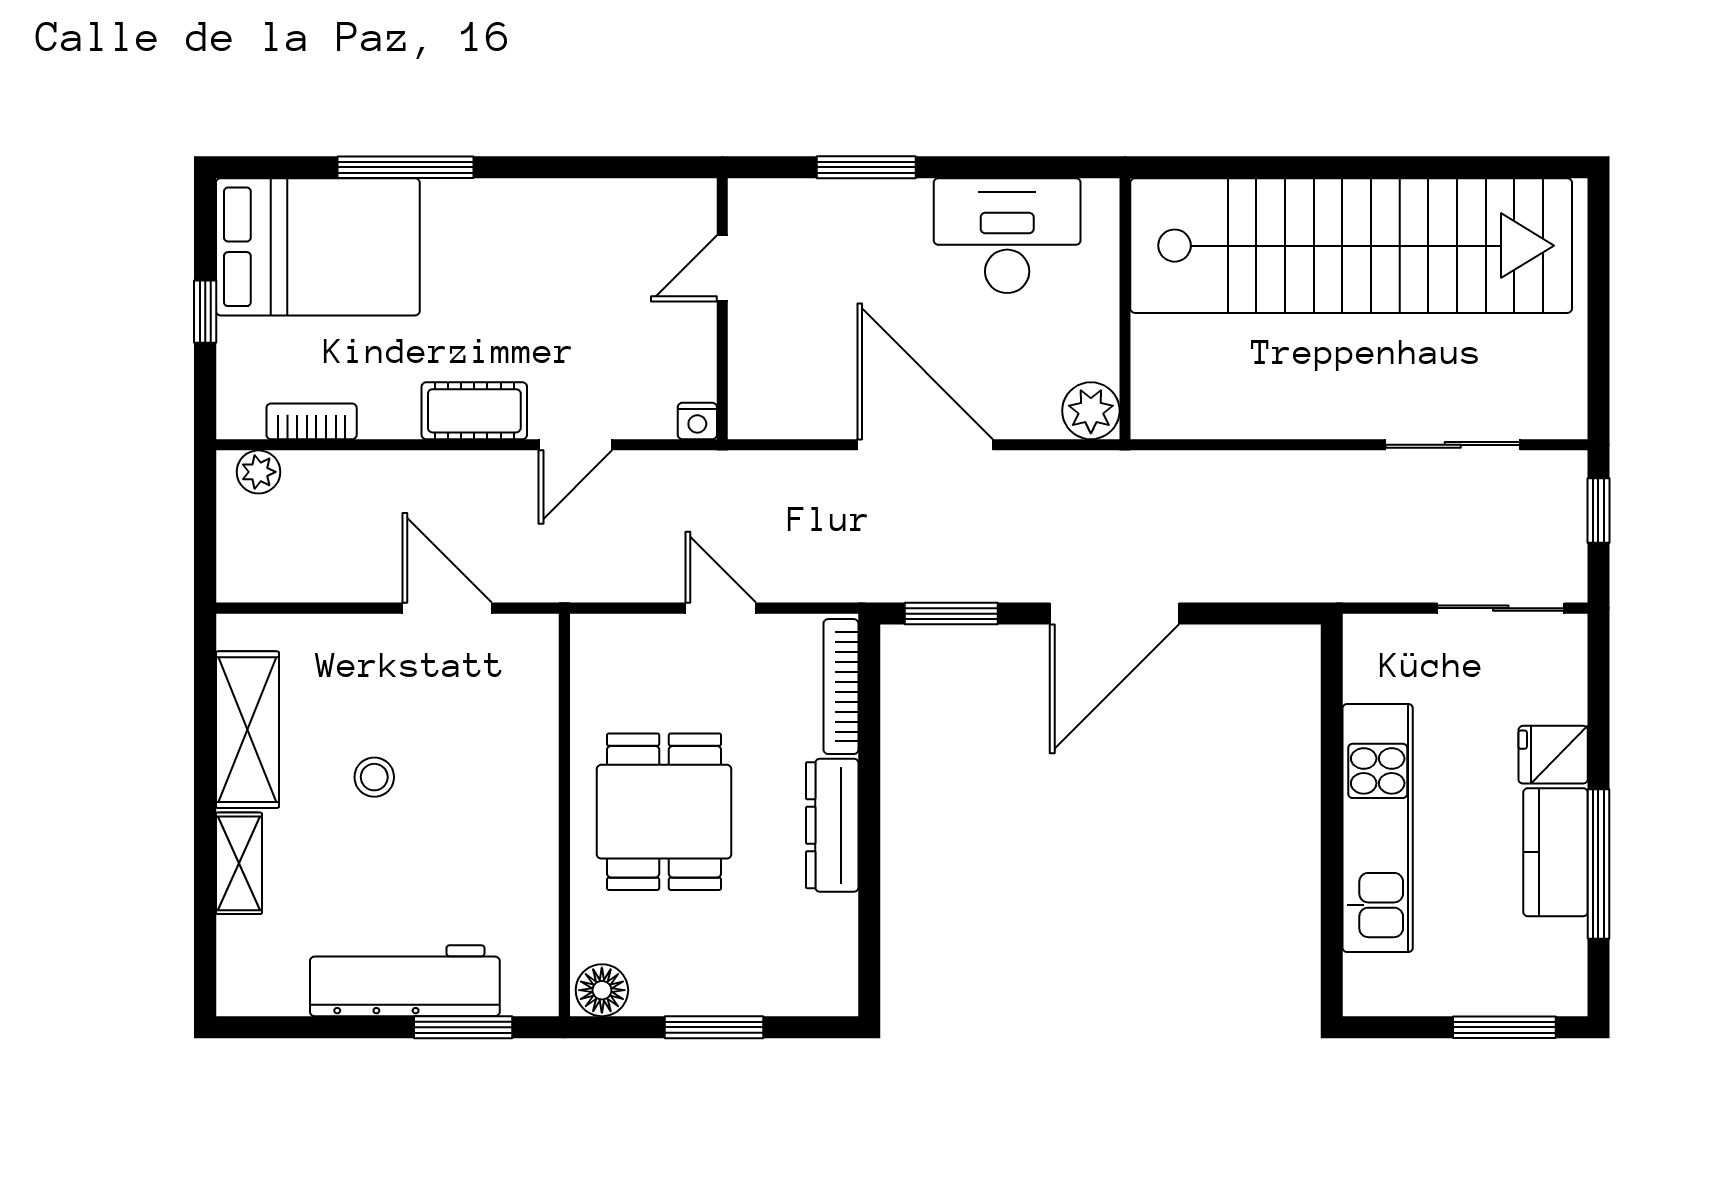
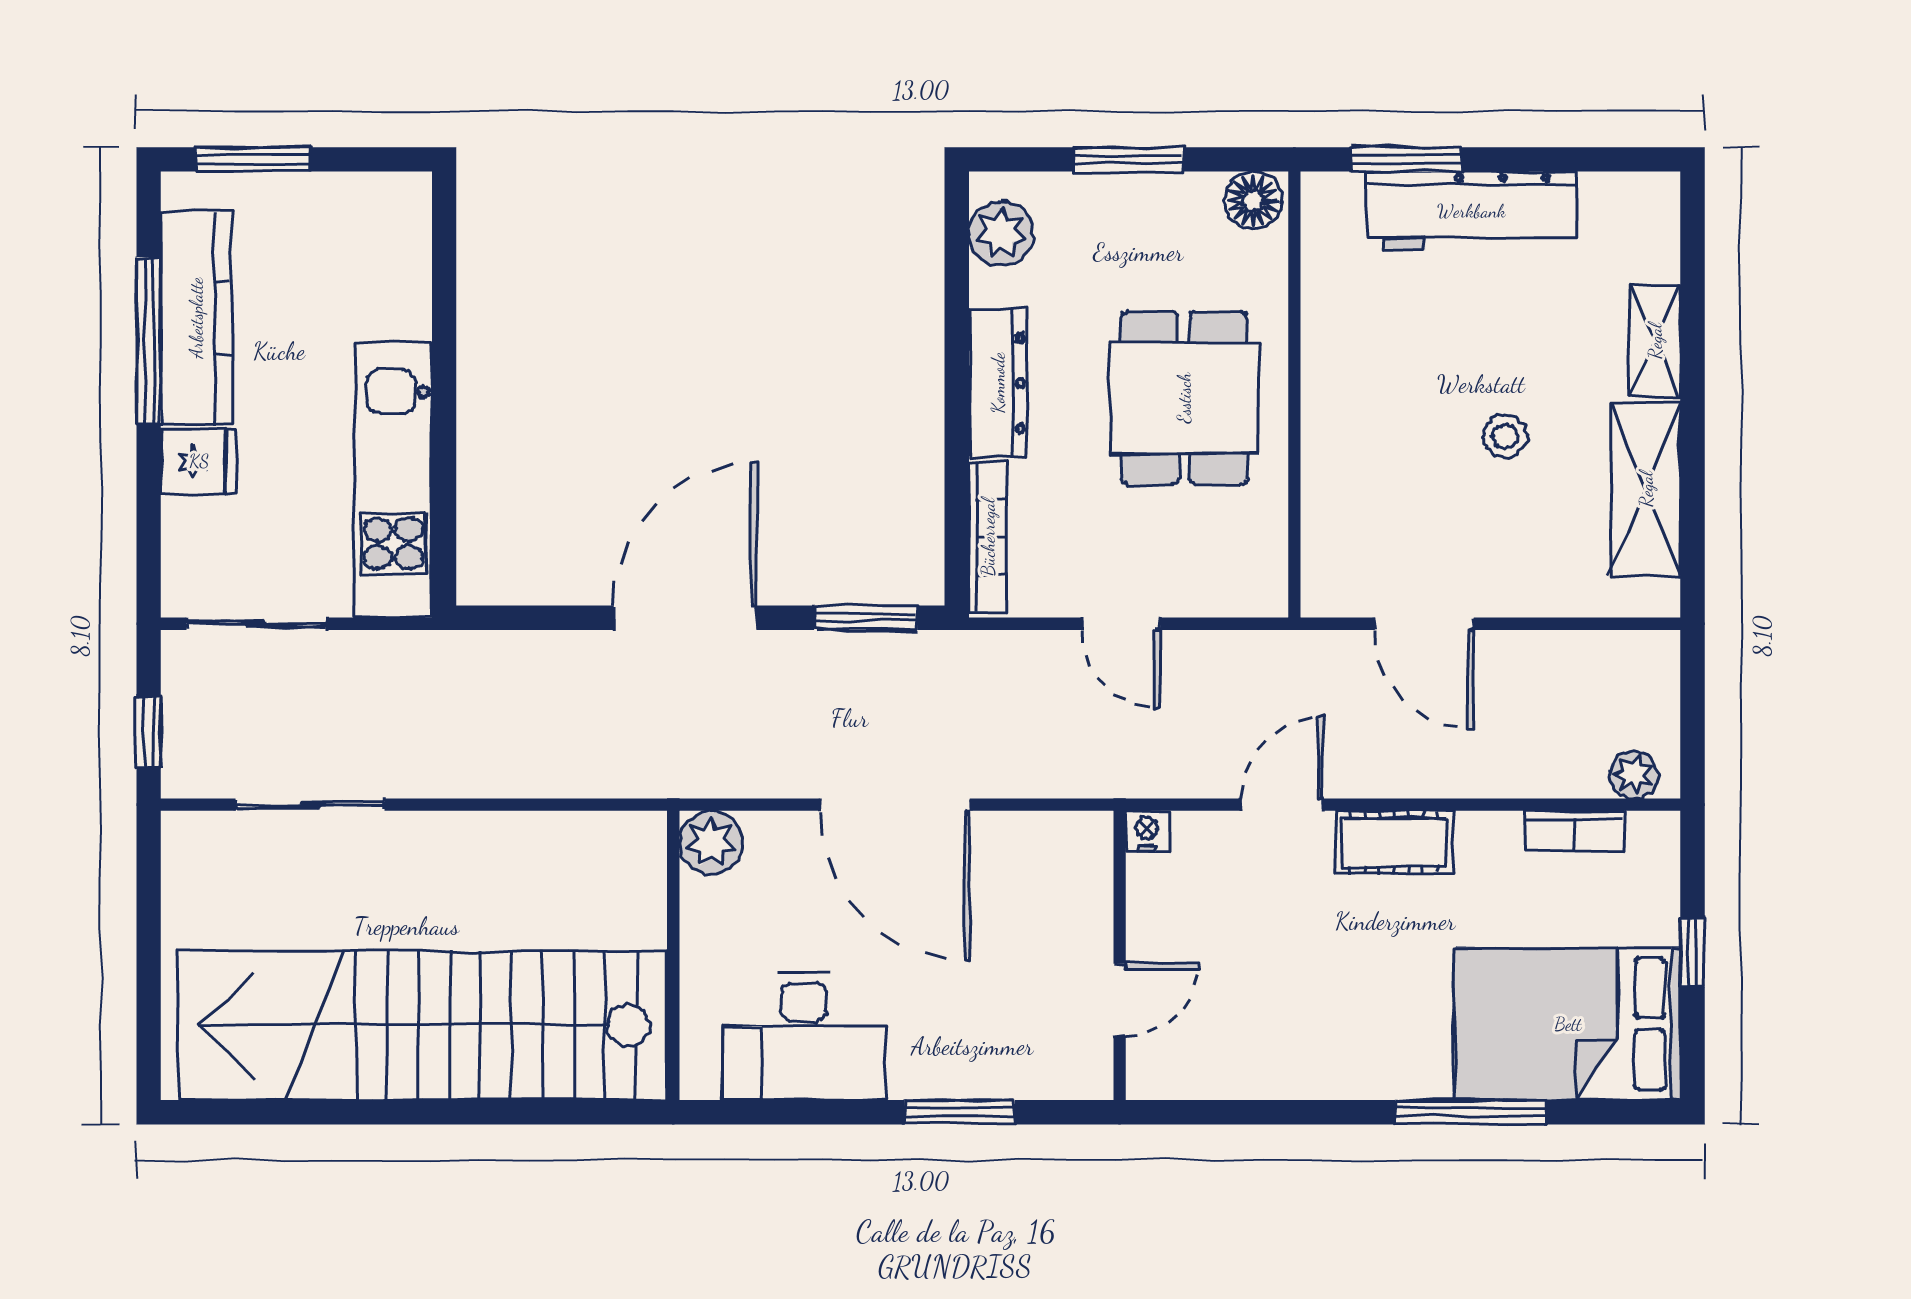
kitchen unit: (1378, 828) -> (393, 480), moved
kitchen counter: (1555, 852) -> (196, 318), width x1.50
plant: (829, 961) -> (1001, 233), added

